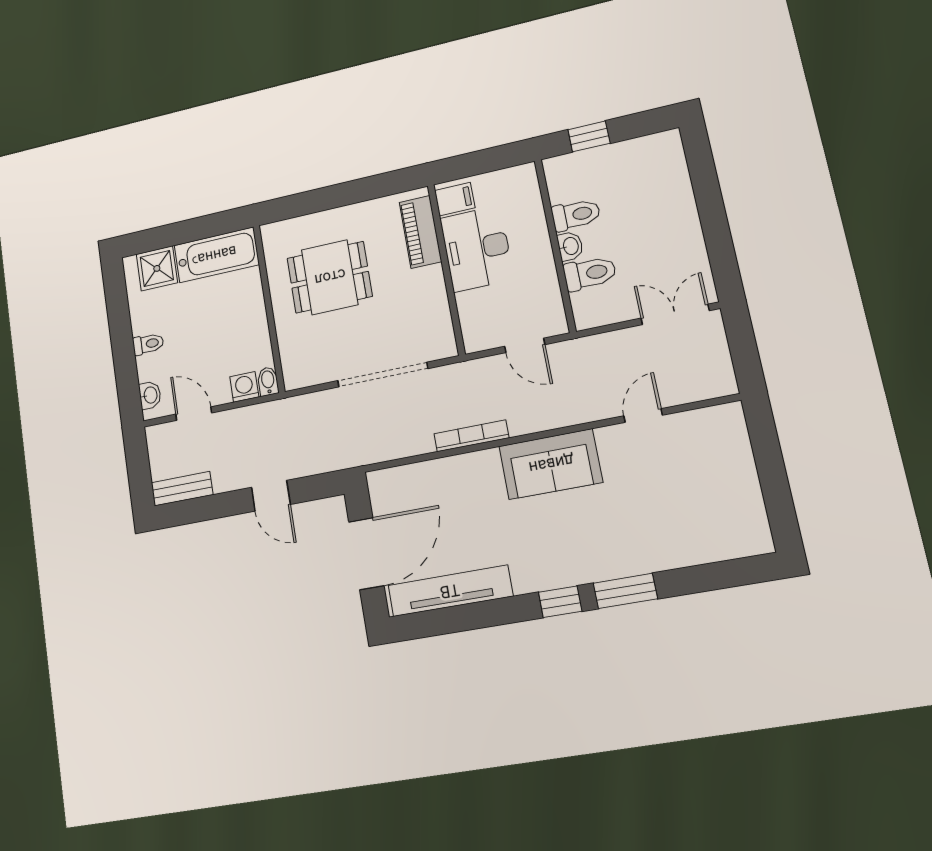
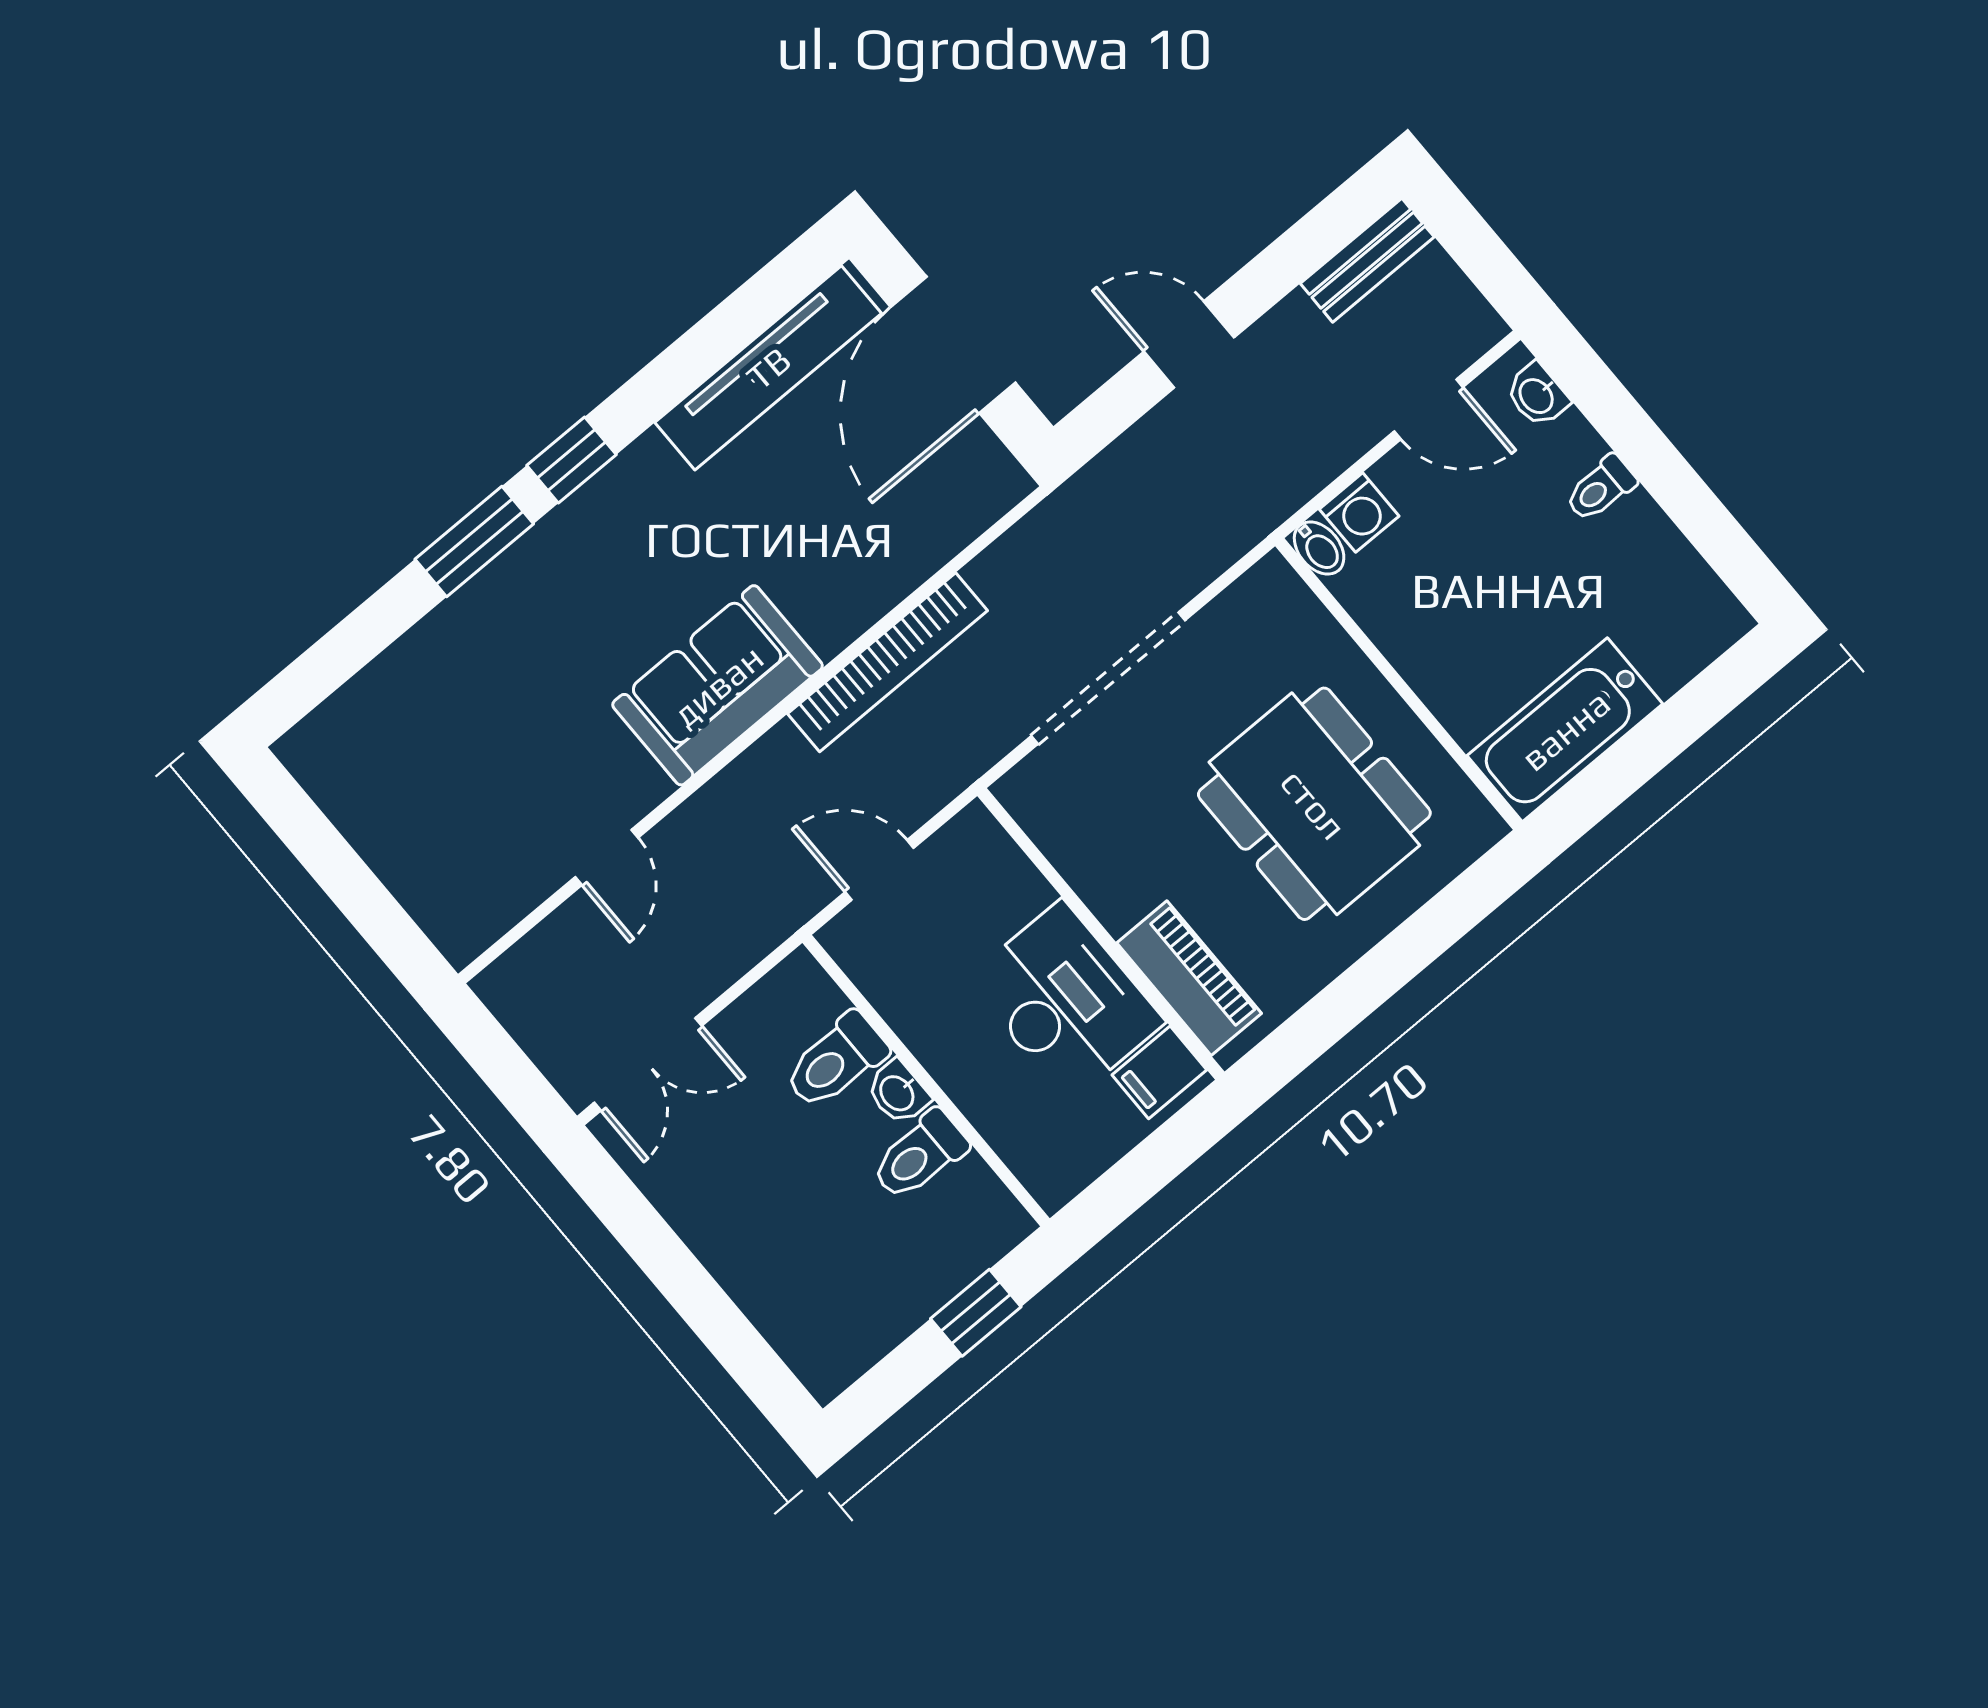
shower: (157, 268) -> (1672, 641), removed
dining table: (330, 277) -> (1314, 804), width x1.38
bookcase: (471, 436) -> (888, 662), width x1.48, depth x1.31

